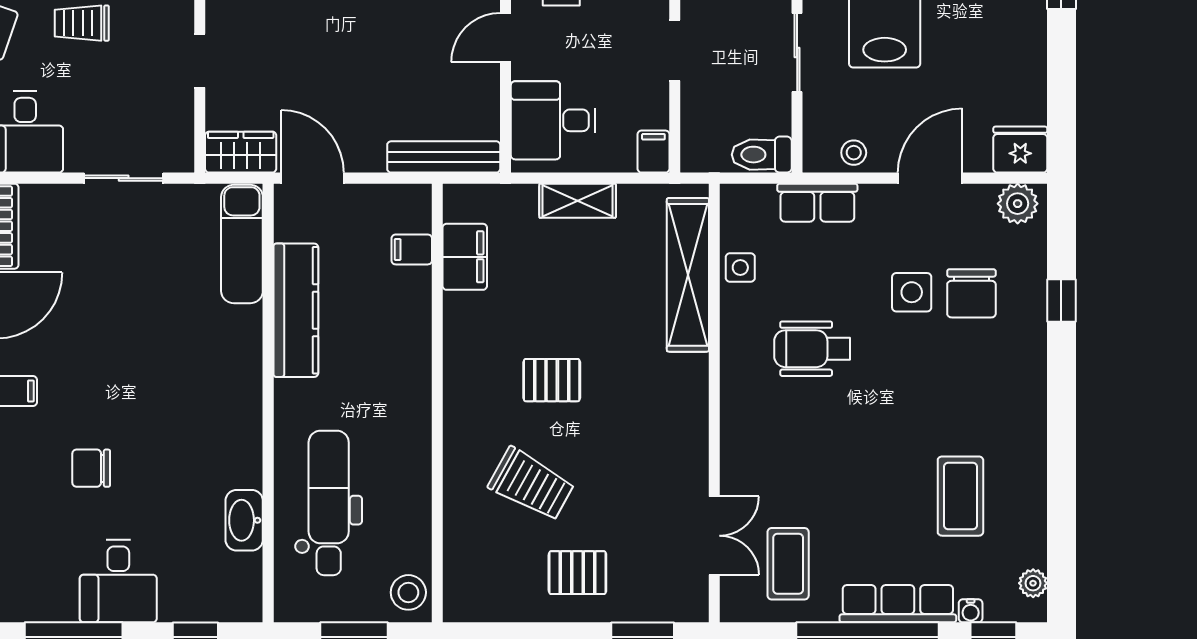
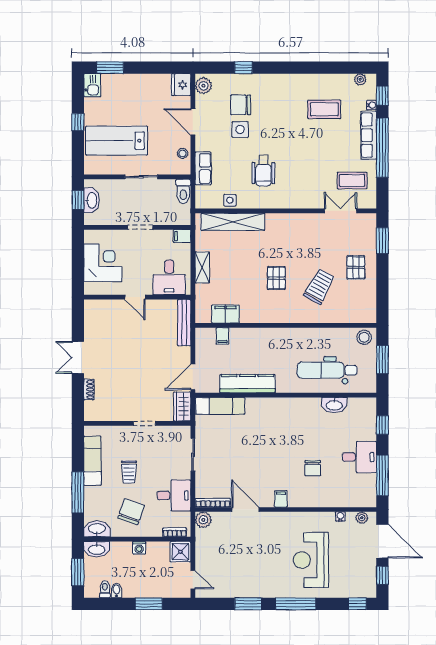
chair: (971, 293) -> (241, 105), turned 180

